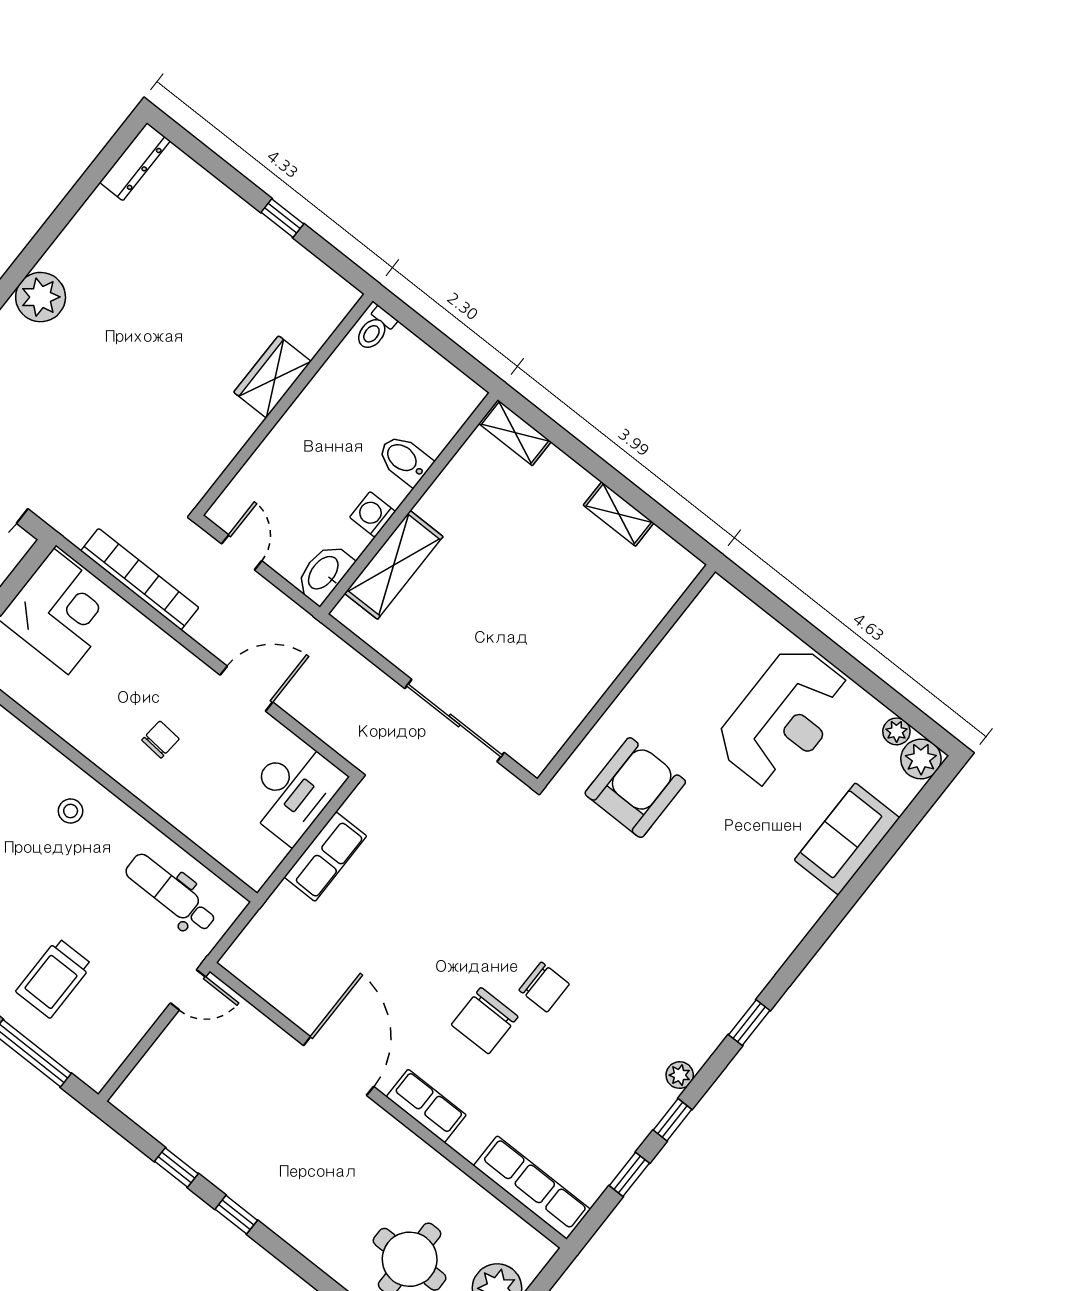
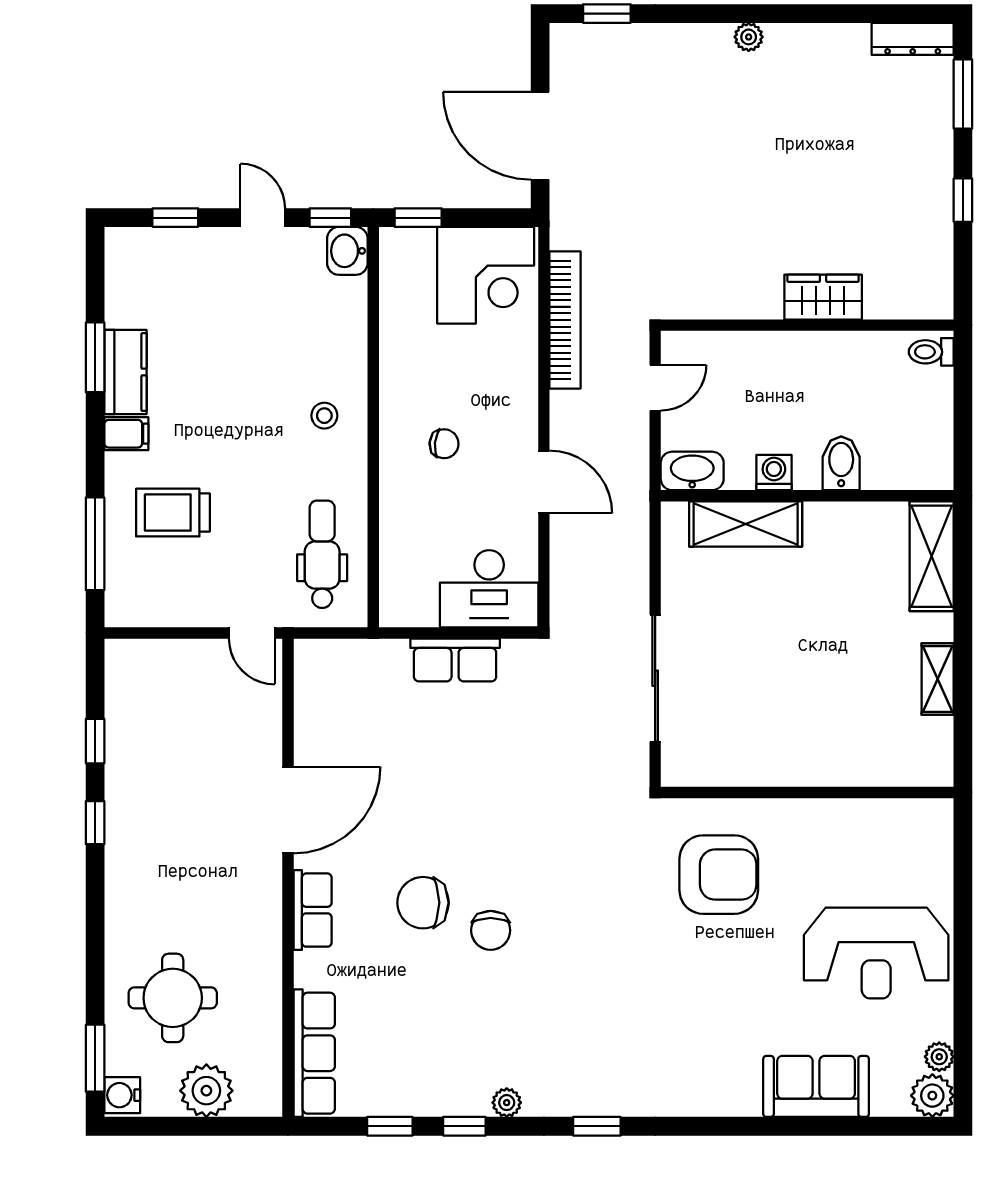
window: (204, 157) -> (963, 94), added
plant: (41, 297) -> (749, 37), width x0.53, depth x0.53
shelving: (515, 433) -> (932, 556), width x1.50, depth x1.33

